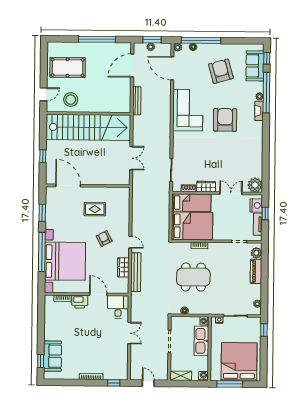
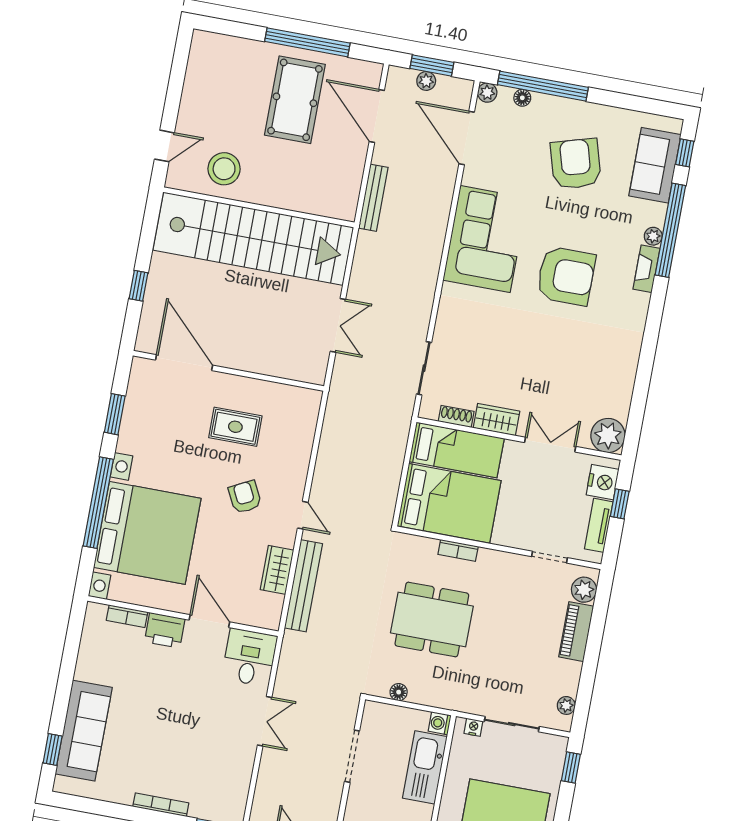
door: (132, 66) -> (377, 116), hinge flipped
pool table: (68, 67) -> (295, 100), moved, turned 90
armchair: (225, 120) -> (566, 276), turned 90
sofa: (53, 356) -> (84, 731), width x1.36

